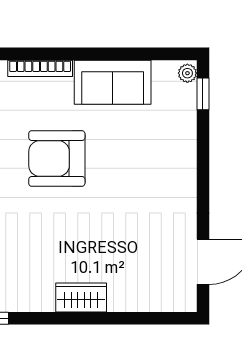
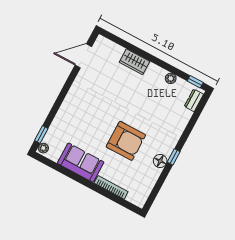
wardrobe: (81, 297) -> (135, 62), moved
plant: (38, 302) -> (171, 78), added

